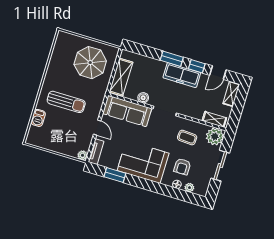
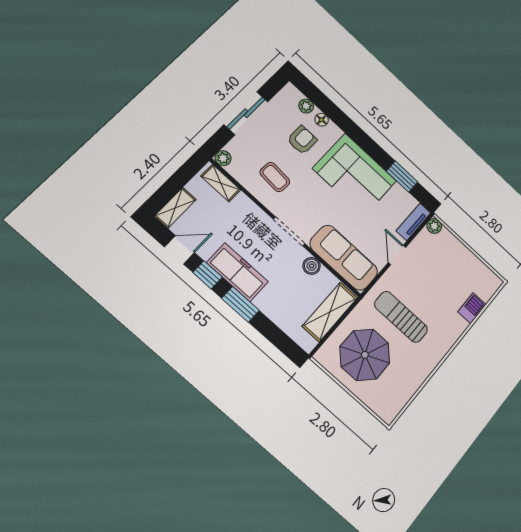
sun lounger: (66, 102) -> (401, 317), moved
plant: (215, 136) -> (223, 158), width x0.53, depth x0.53

